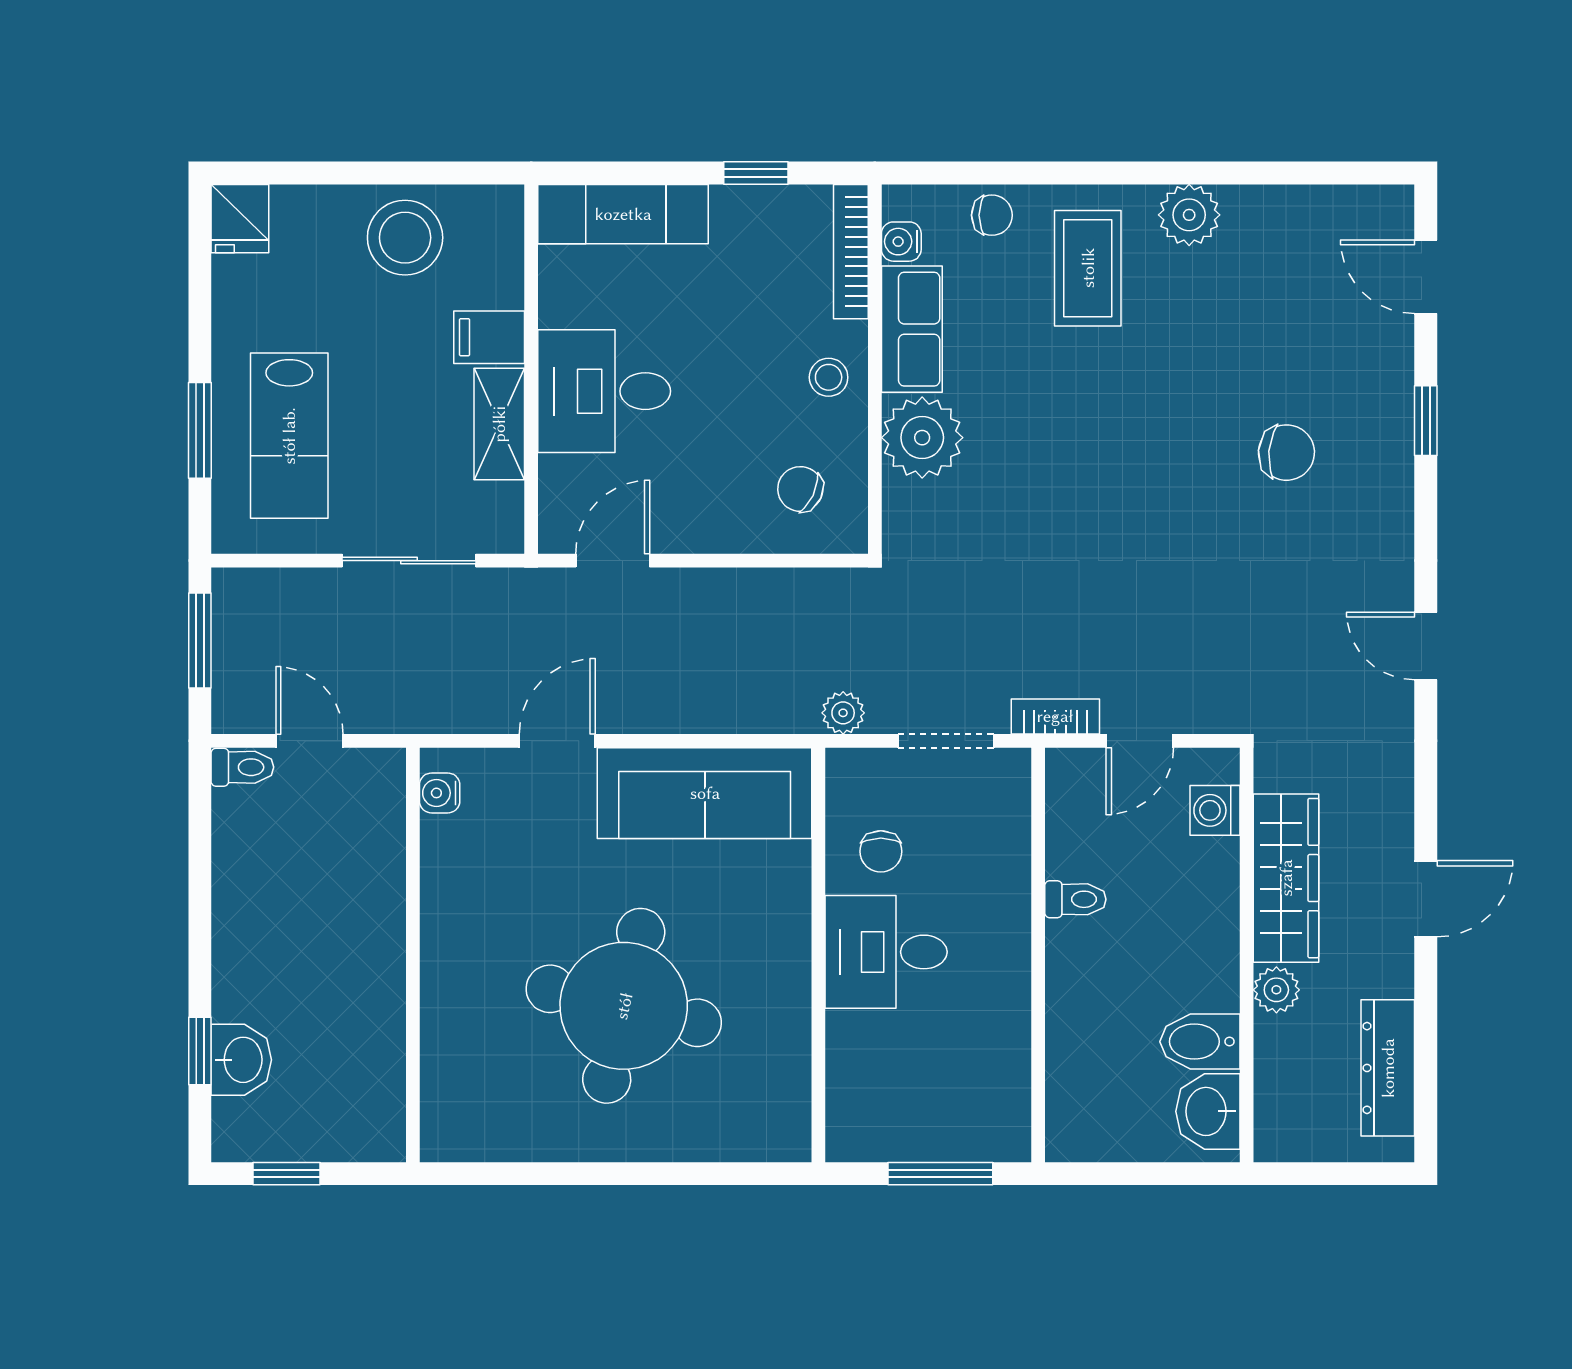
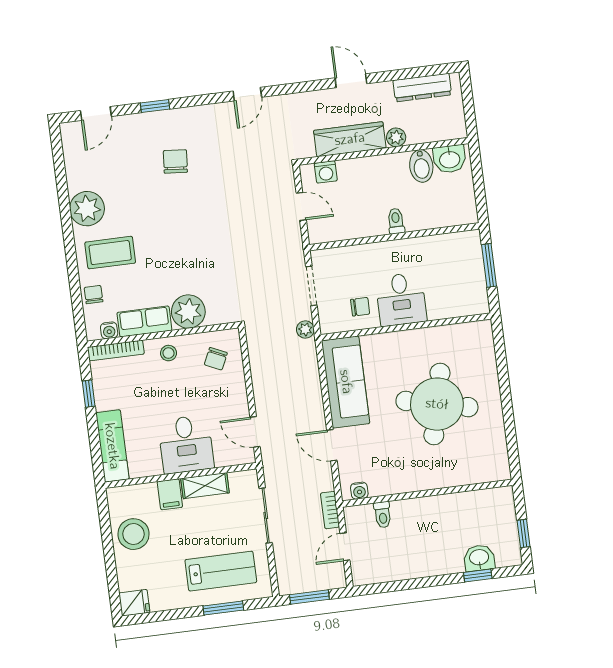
plant: (1189, 215) -> (87, 209), width x1.36, depth x1.36
bookcase: (1055, 716) -> (330, 510), moved
toilet: (242, 767) -> (383, 515), moved, turned 180
toilet: (1075, 899) -> (396, 221), moved

